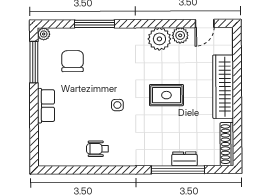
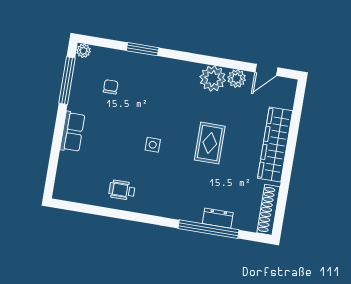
window: (94, 24) -> (143, 49), width x0.69
chair: (72, 61) -> (111, 87), width x0.54, depth x0.54
rug: (166, 95) -> (210, 143), turned 90

